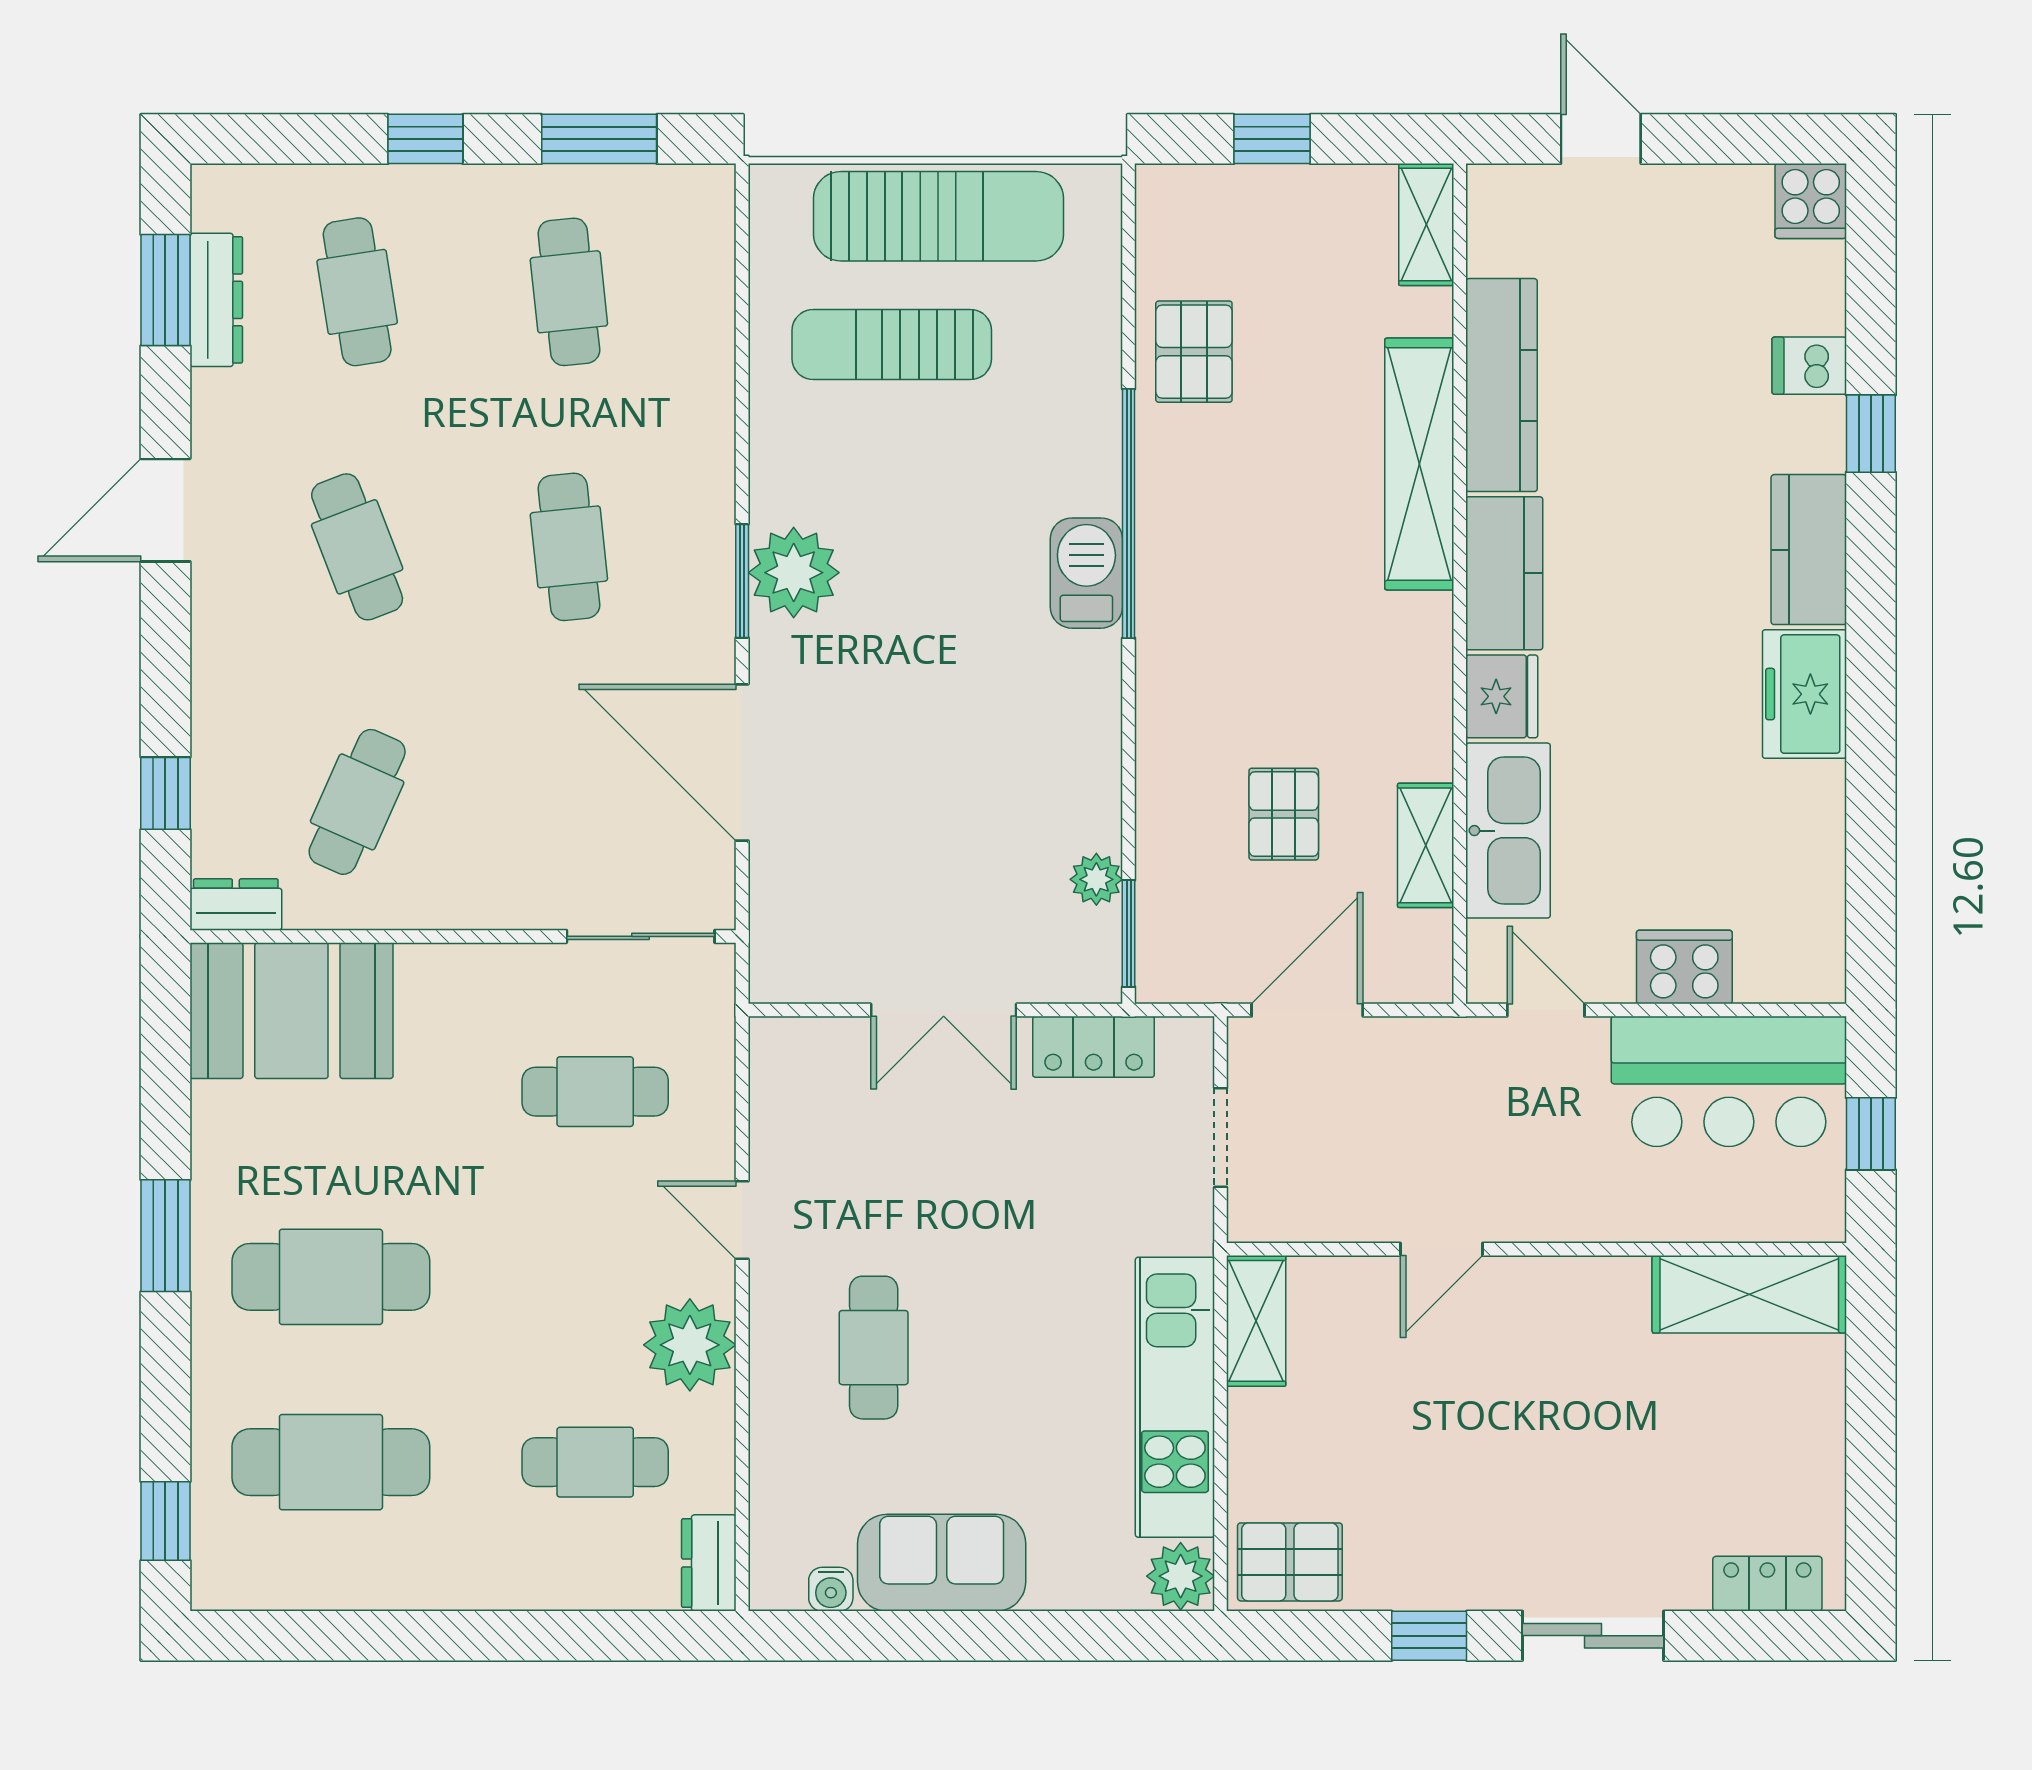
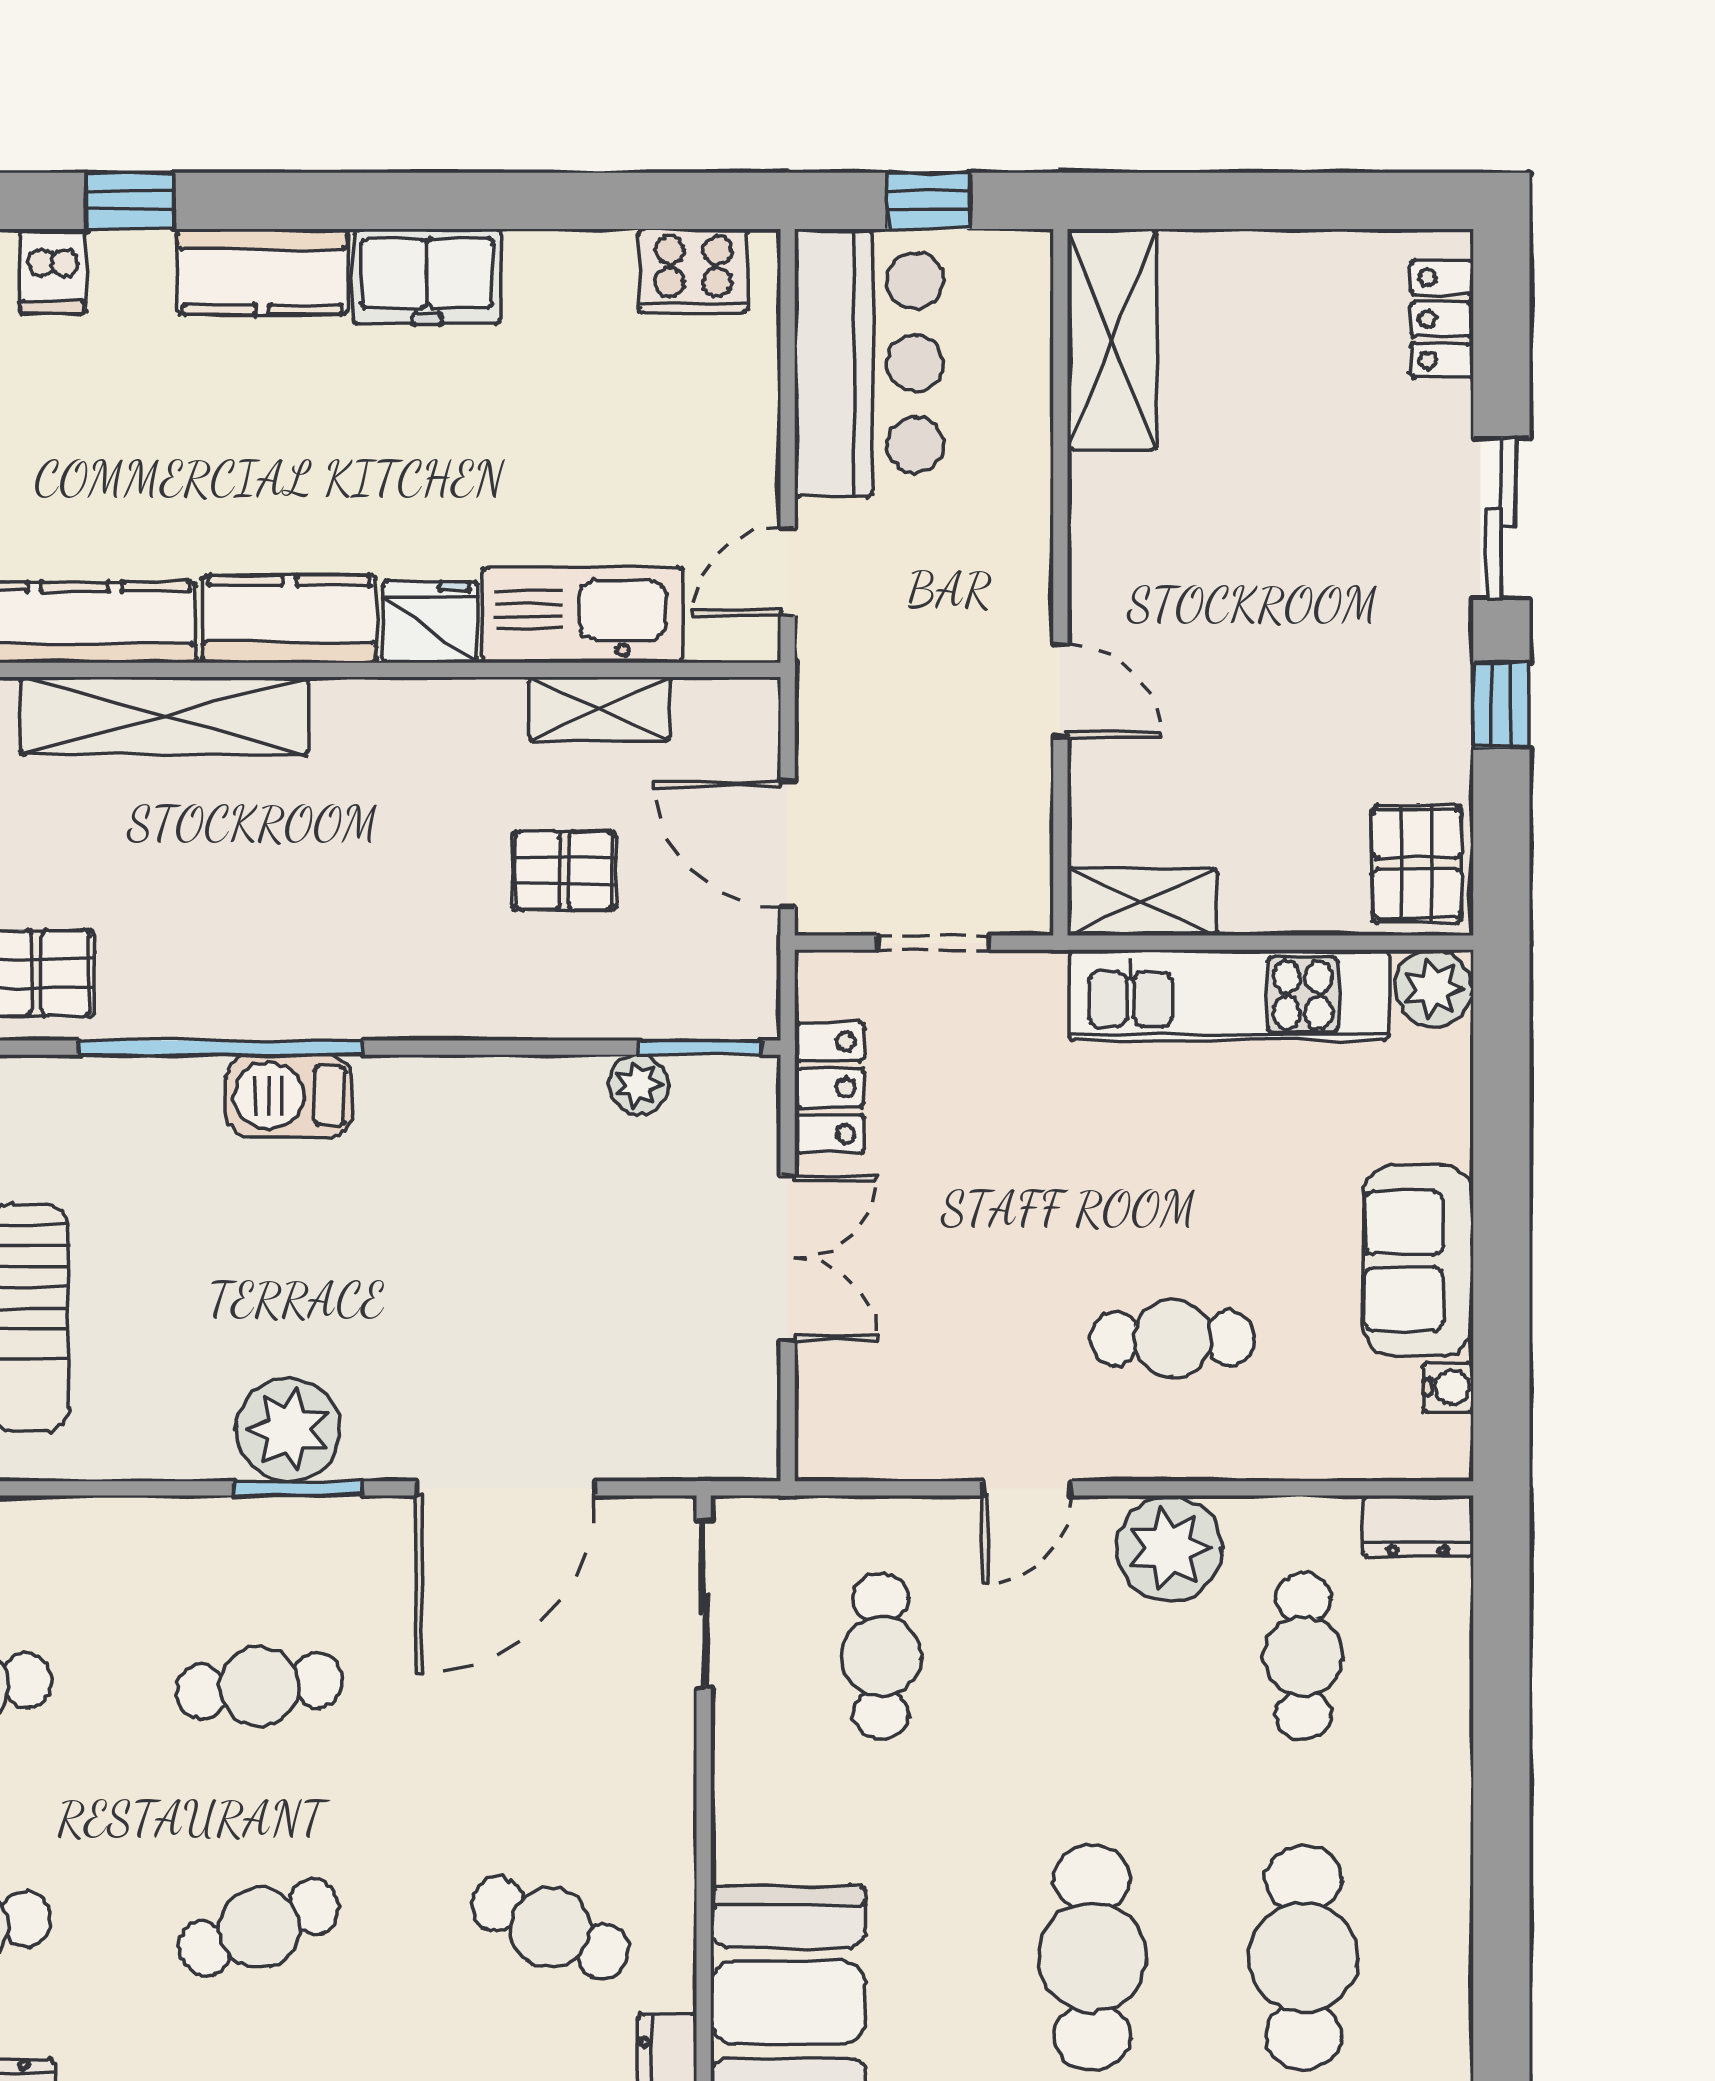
cooker: (1684, 967) -> (693, 271), moved, turned -90

